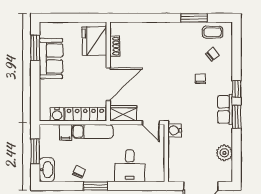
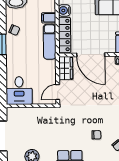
water cooler: (175, 130) -> (51, 113), removed
desk: (130, 166) -> (19, 91), moved, turned -90

